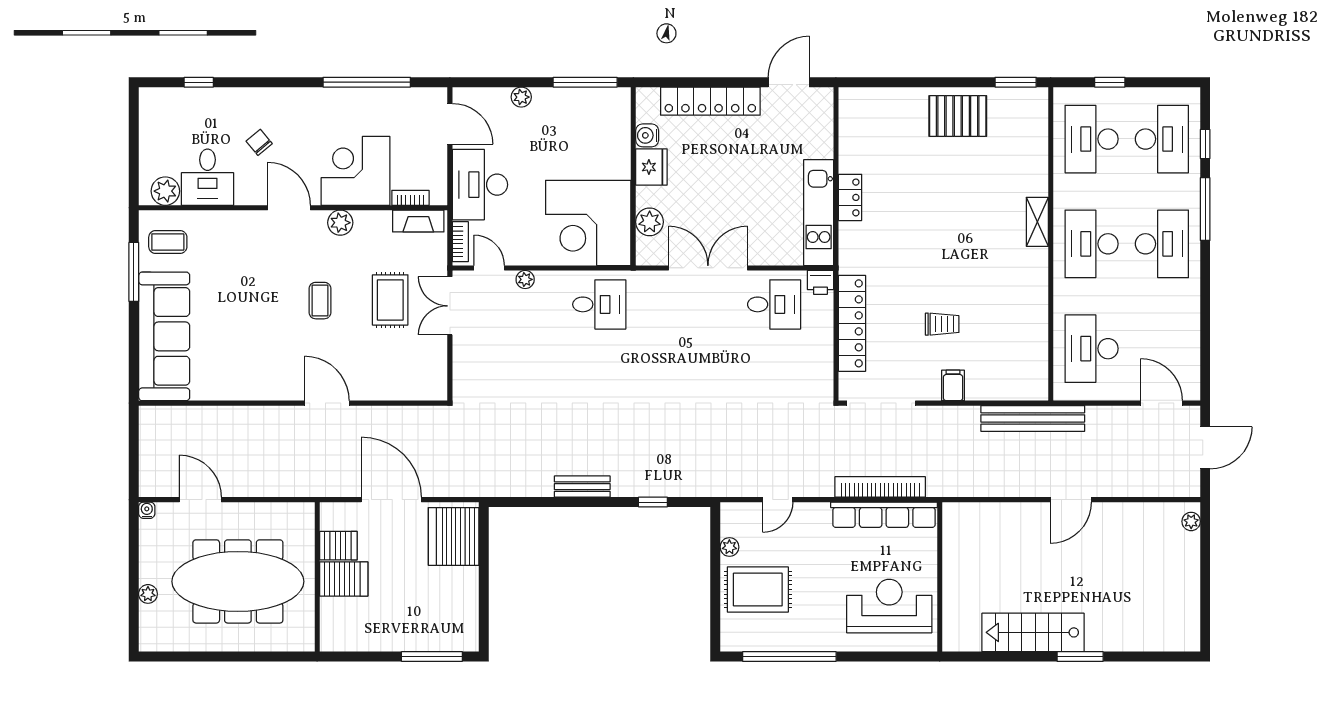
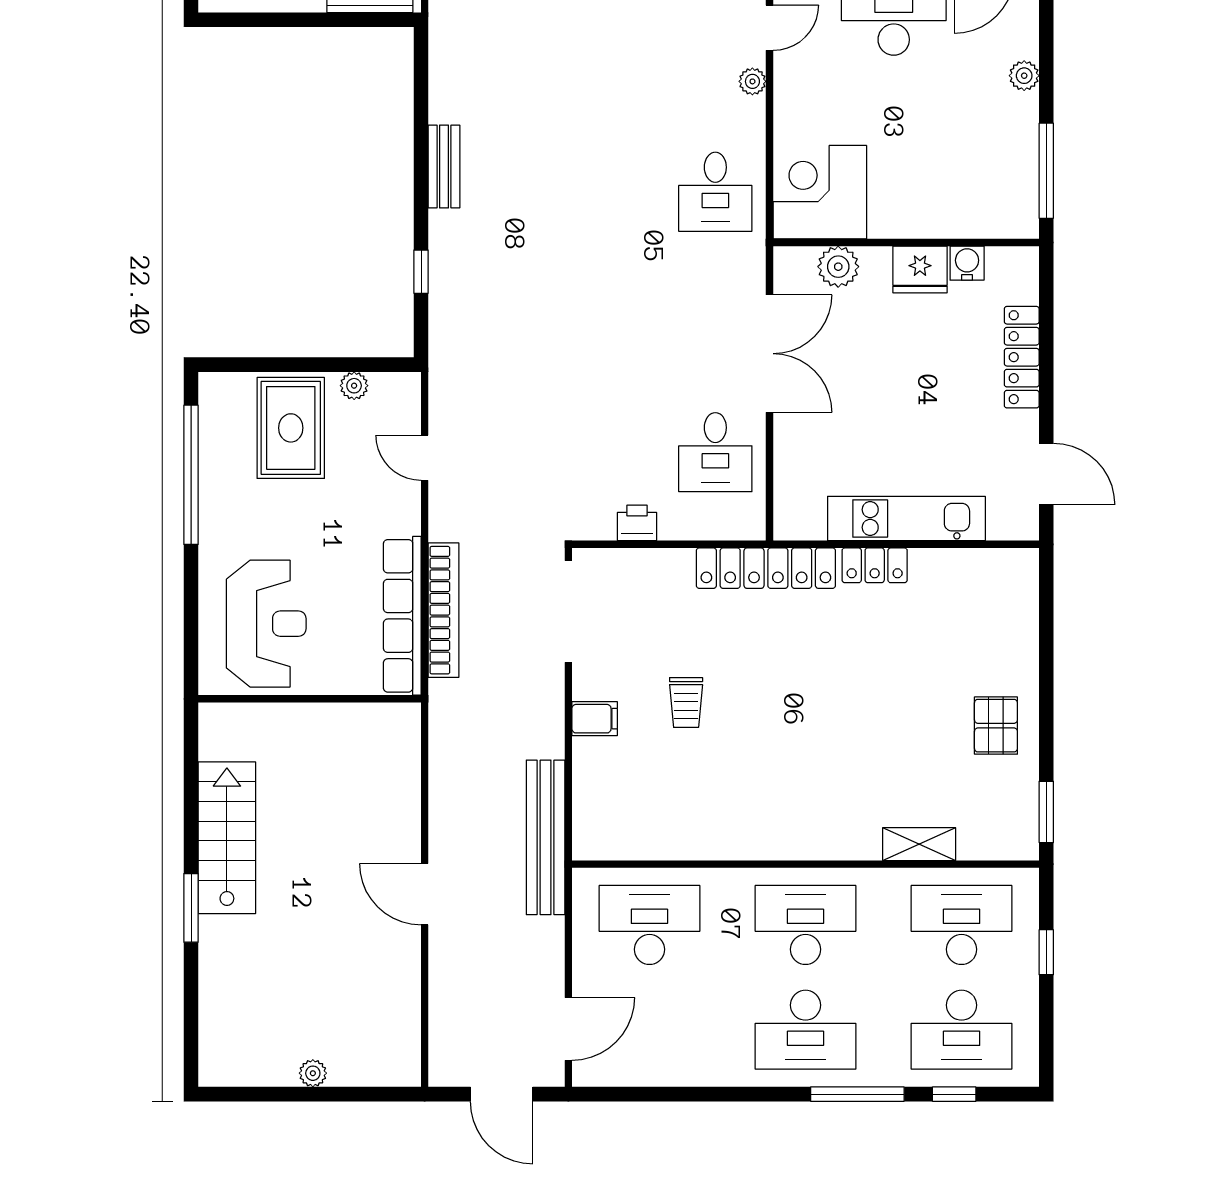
locker: (710, 101) -> (1022, 357), width x0.71, depth x0.83
pallet: (958, 116) -> (996, 726), width x0.67, depth x0.71
kitchen unit: (819, 213) -> (906, 519), moved
shelving: (1037, 222) -> (919, 844), moved
corner desk: (588, 223) -> (820, 192), width x0.74, depth x0.74
printer: (820, 282) -> (637, 523), moved, turned 90
locker: (852, 323) -> (766, 568), moved
plant: (1191, 521) -> (313, 1073), moved

